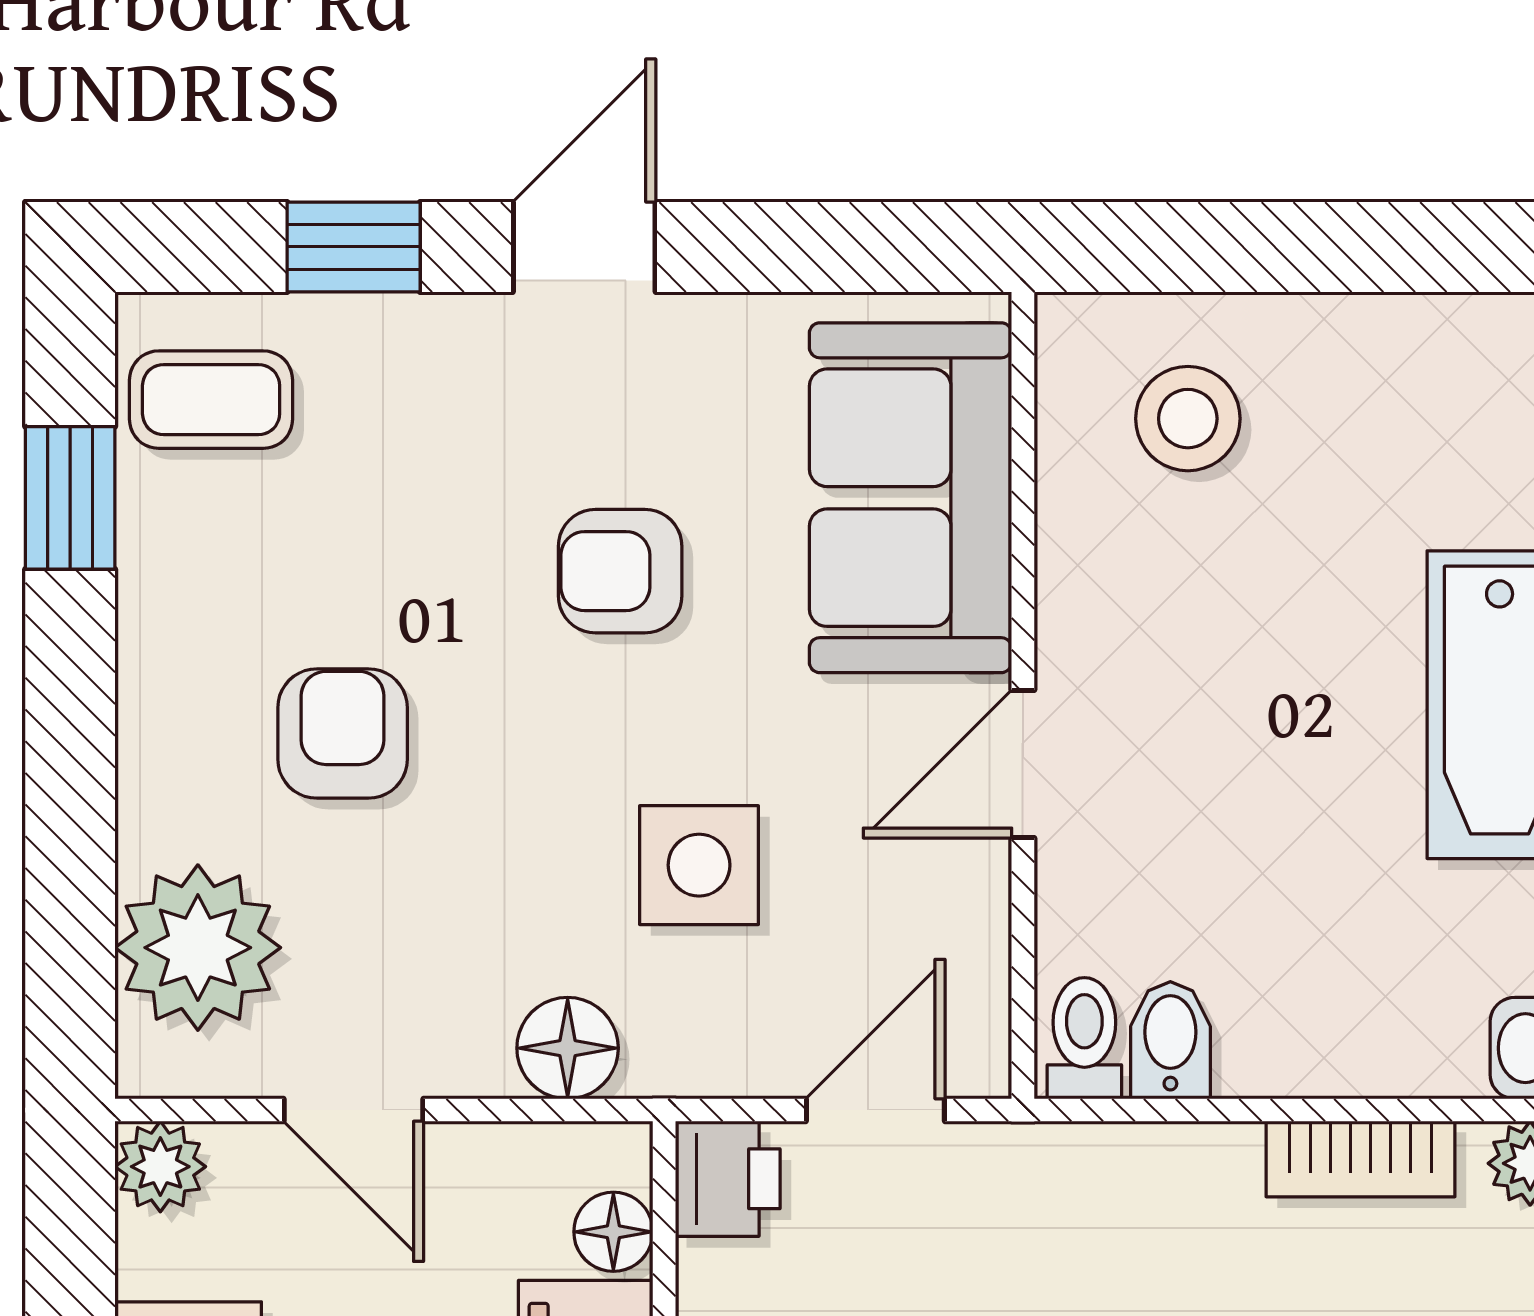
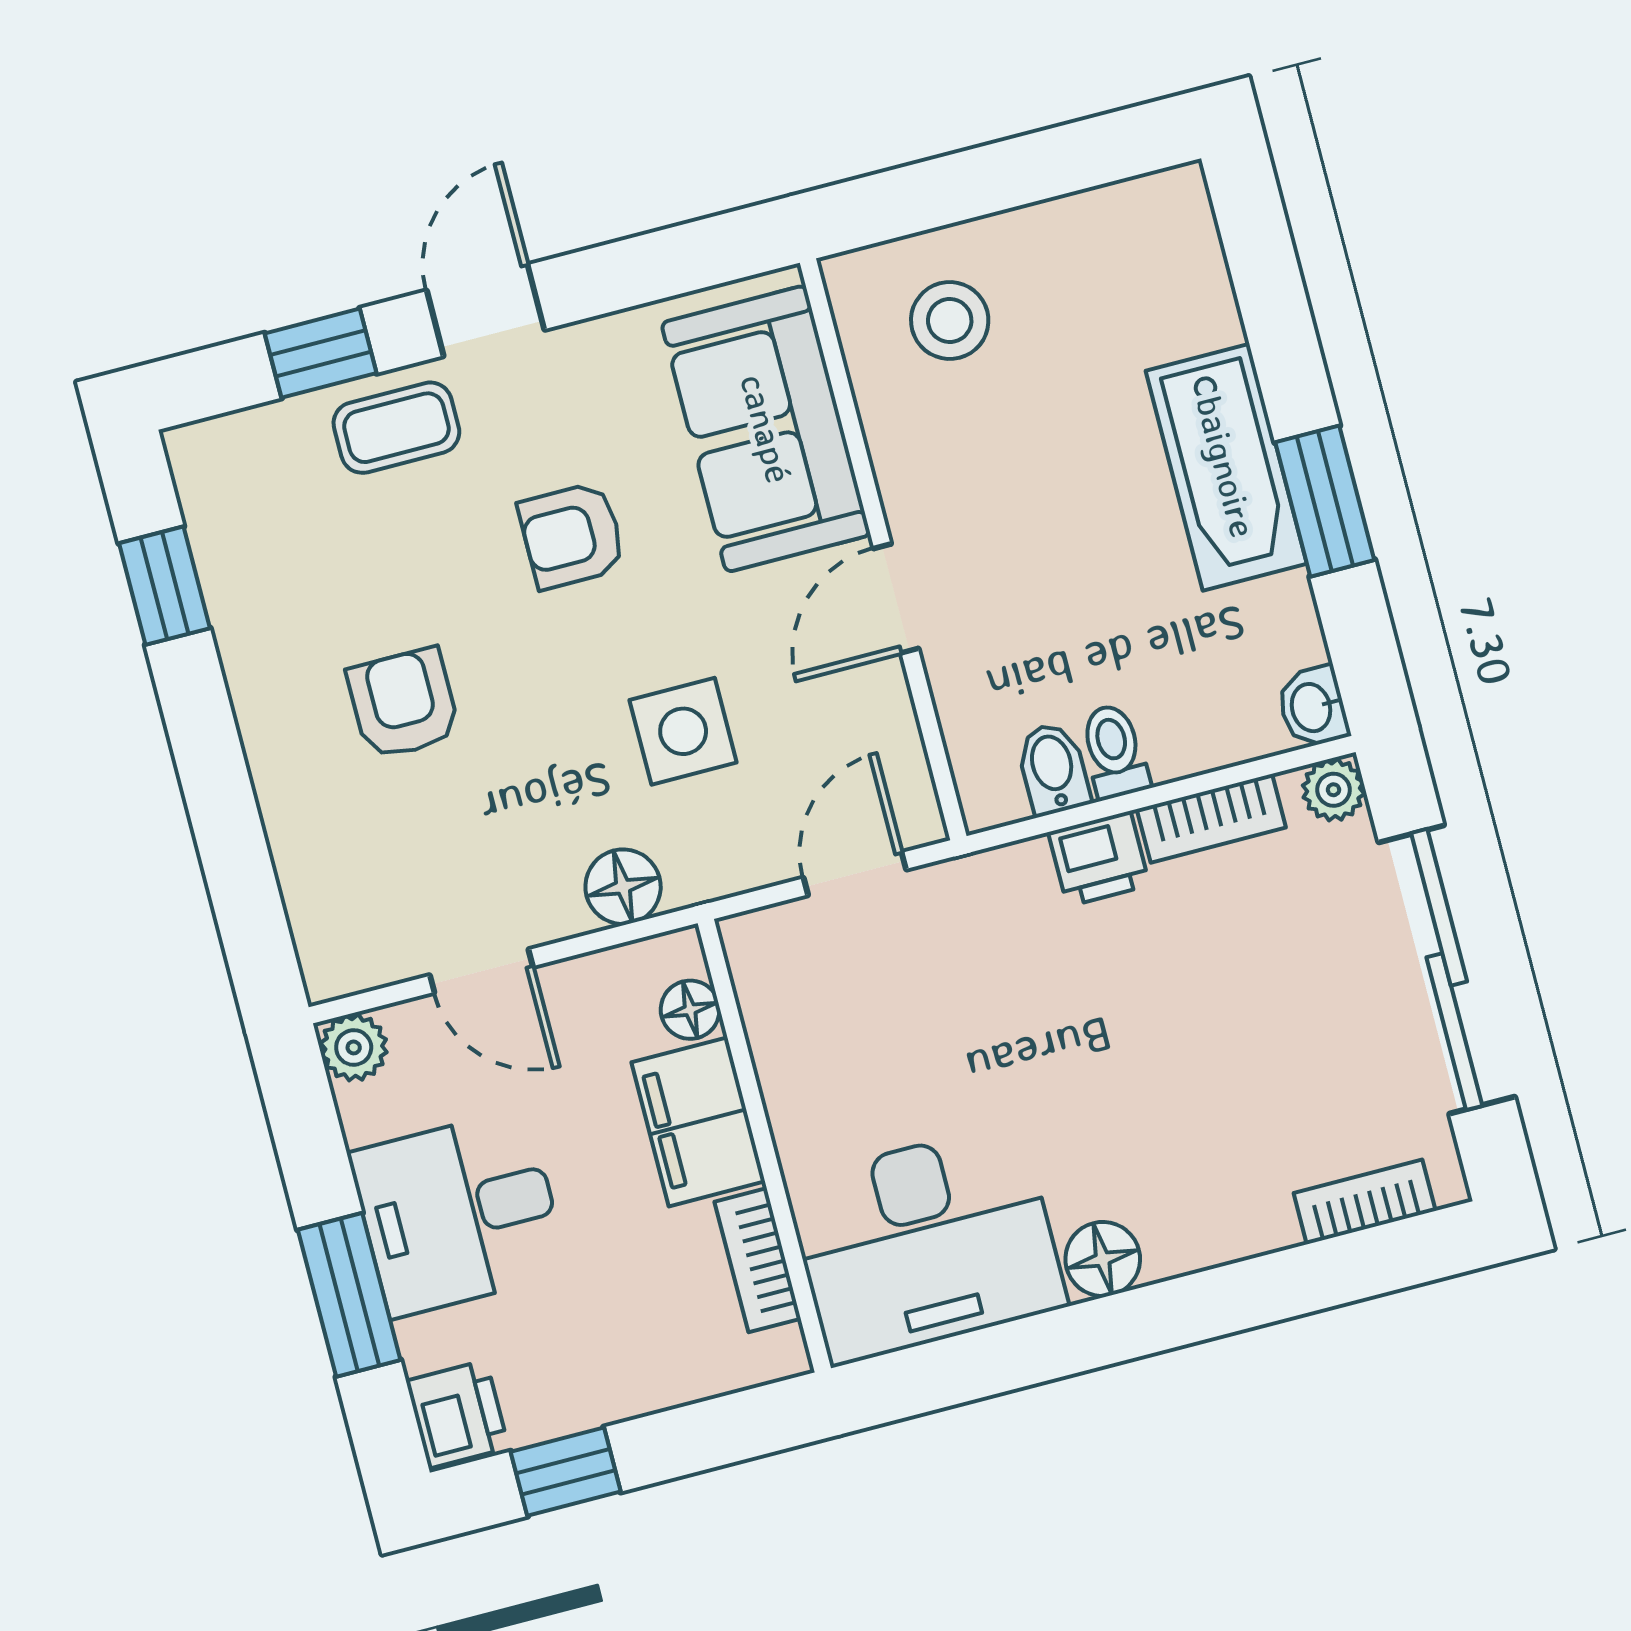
coffee table: (211, 400) -> (396, 428), moved
plant: (198, 948) -> (340, 884), removed
toilet: (1084, 1038) -> (1114, 751), moved
printer: (728, 1179) -> (1099, 859), moved, turned 90

